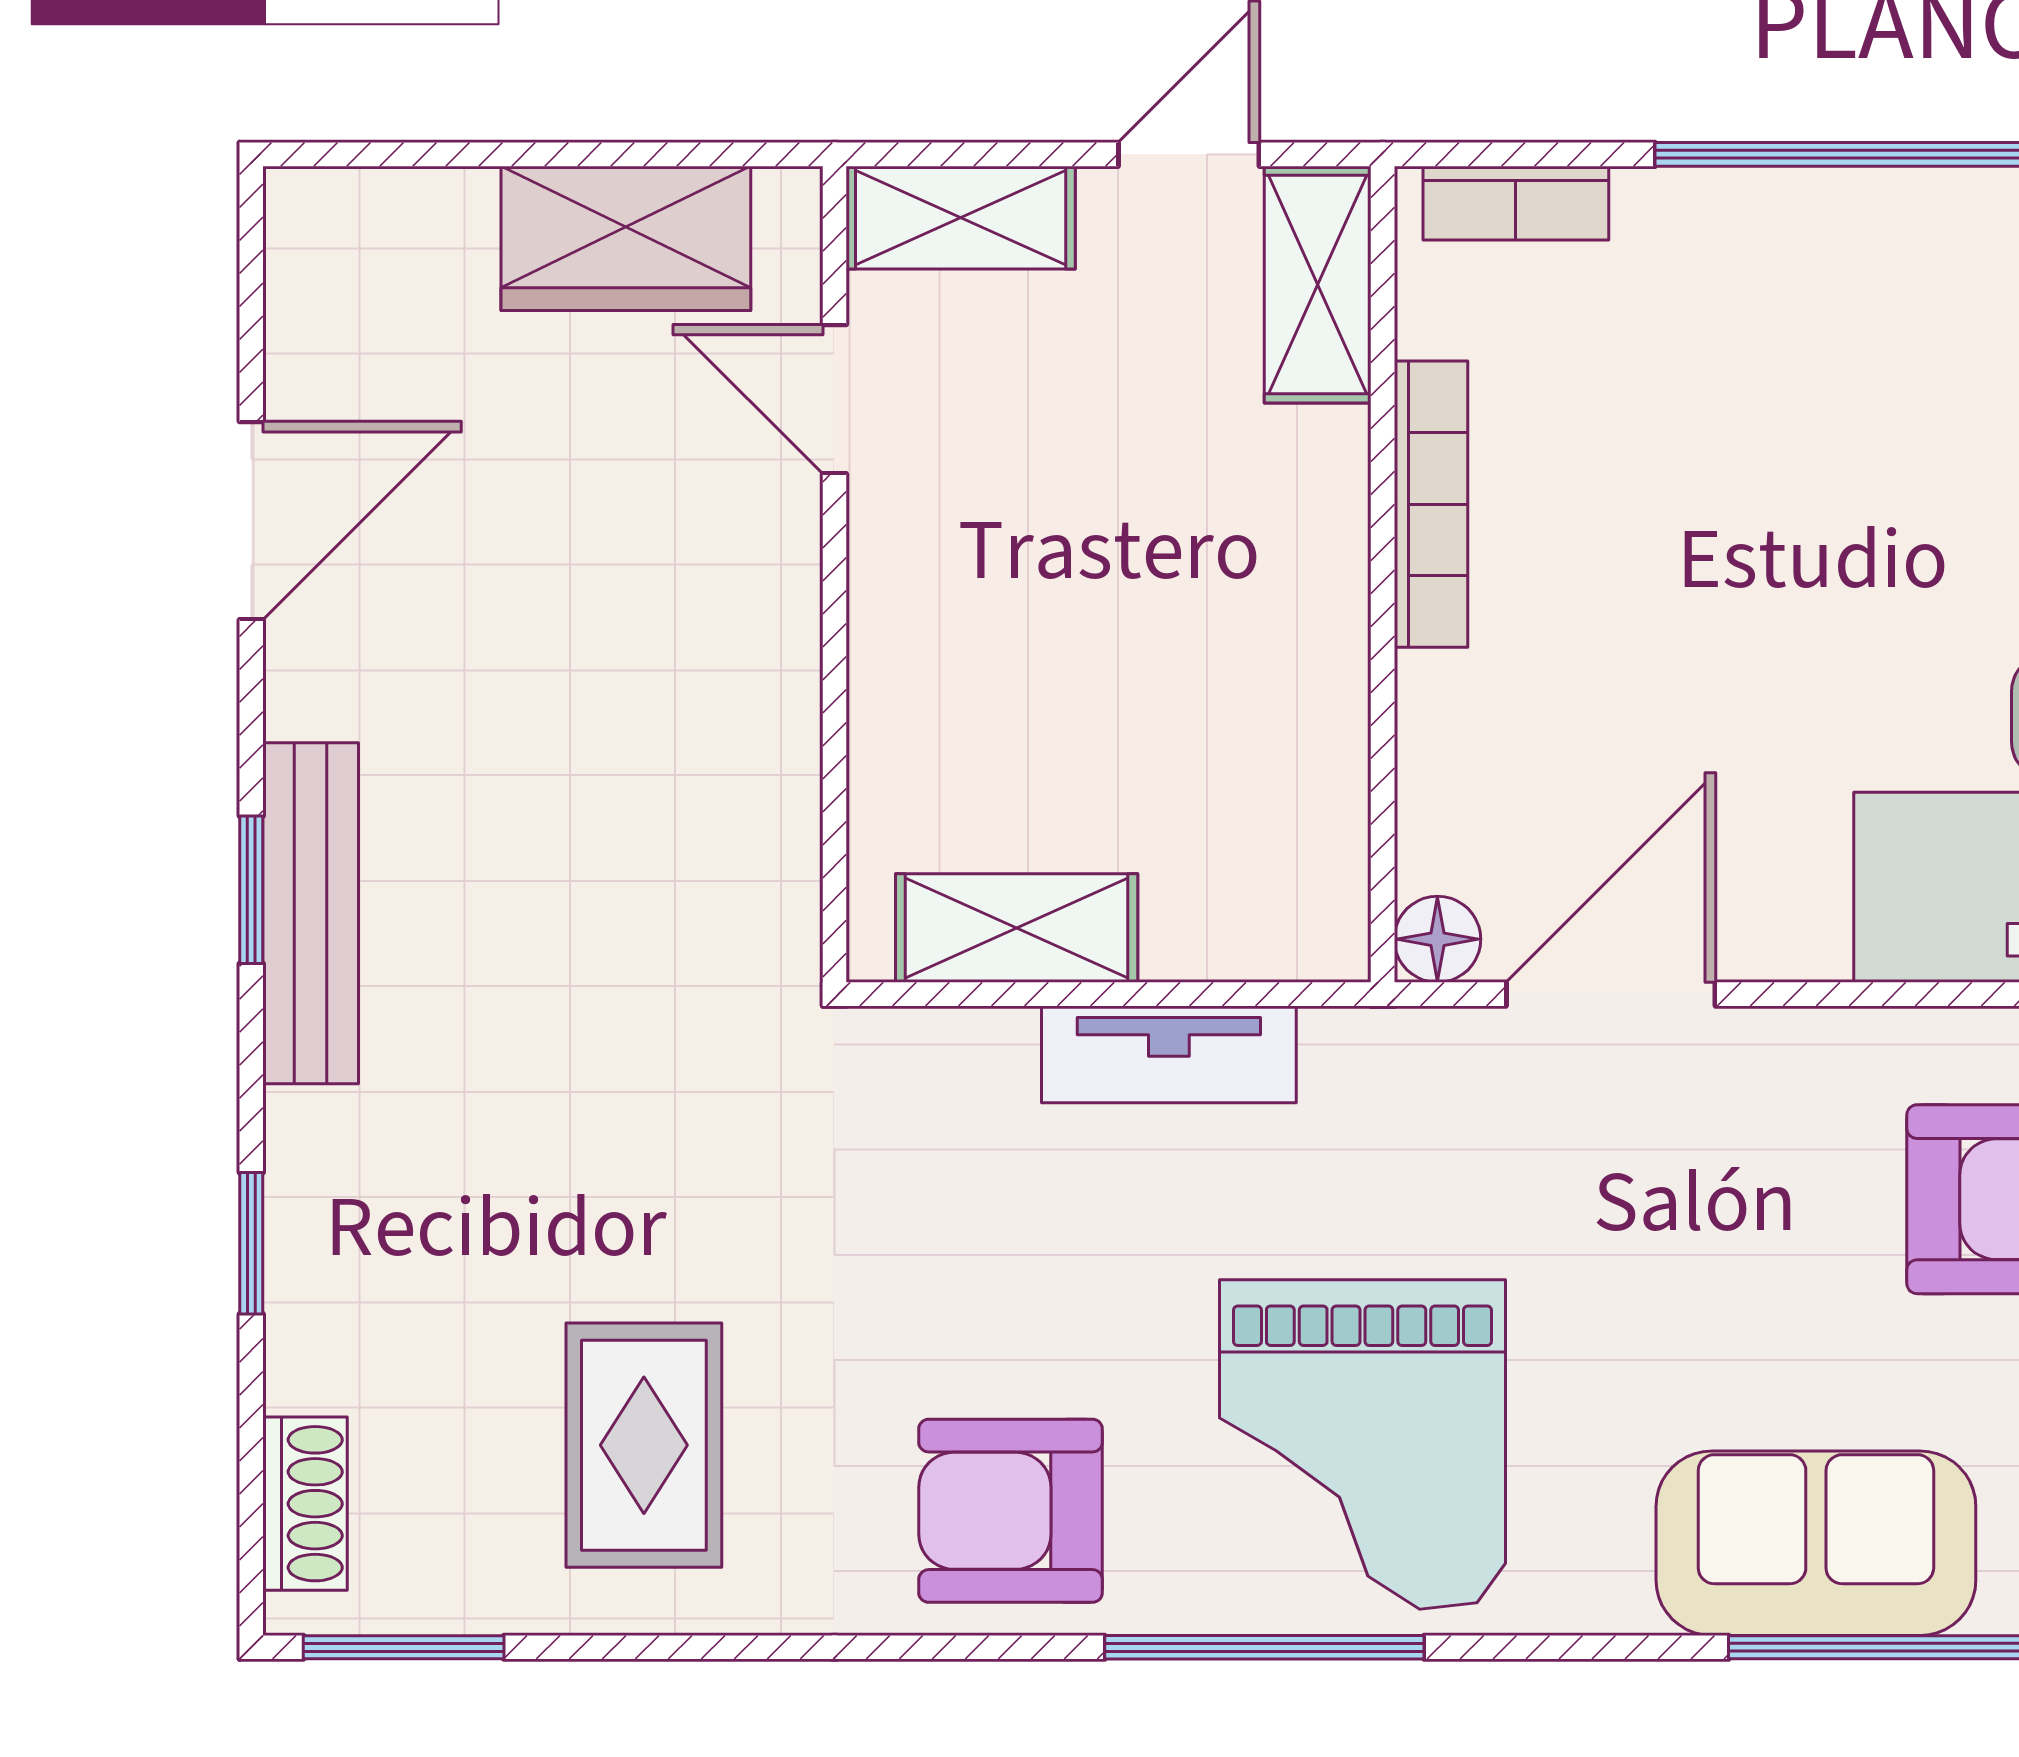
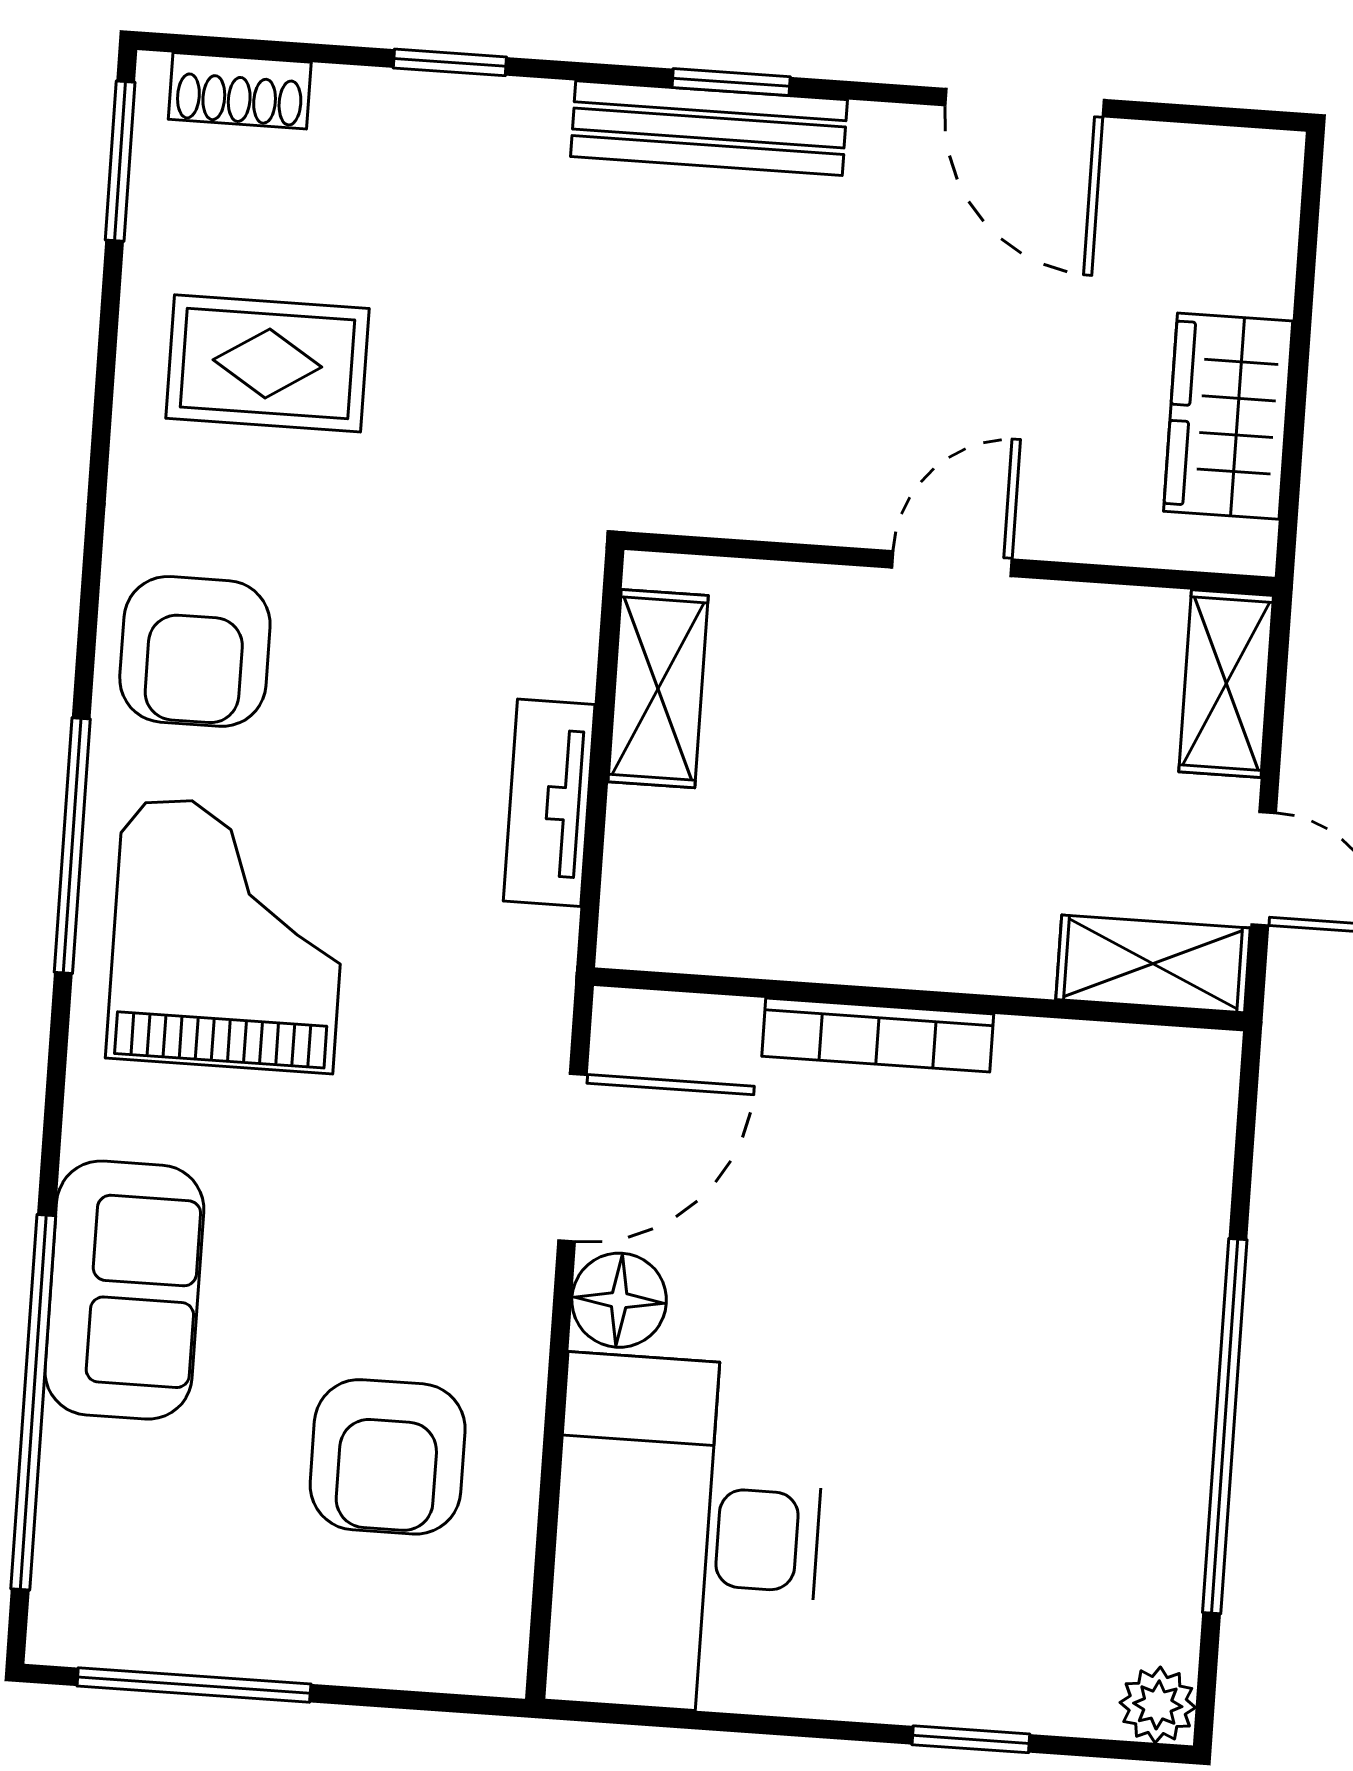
bookcase: (1516, 203) -> (1207, 1126), removed
door: (834, 399) -> (952, 564), moved
bookcase: (1431, 504) -> (878, 1035), moved
floor lamp: (1437, 939) -> (619, 1300), moved, width x1.37, depth x1.37
door: (1611, 994) -> (572, 1157), hinge flipped
grand piano: (1362, 1444) -> (228, 935), turned 90
armchair: (1011, 1511) -> (195, 651), turned 180

